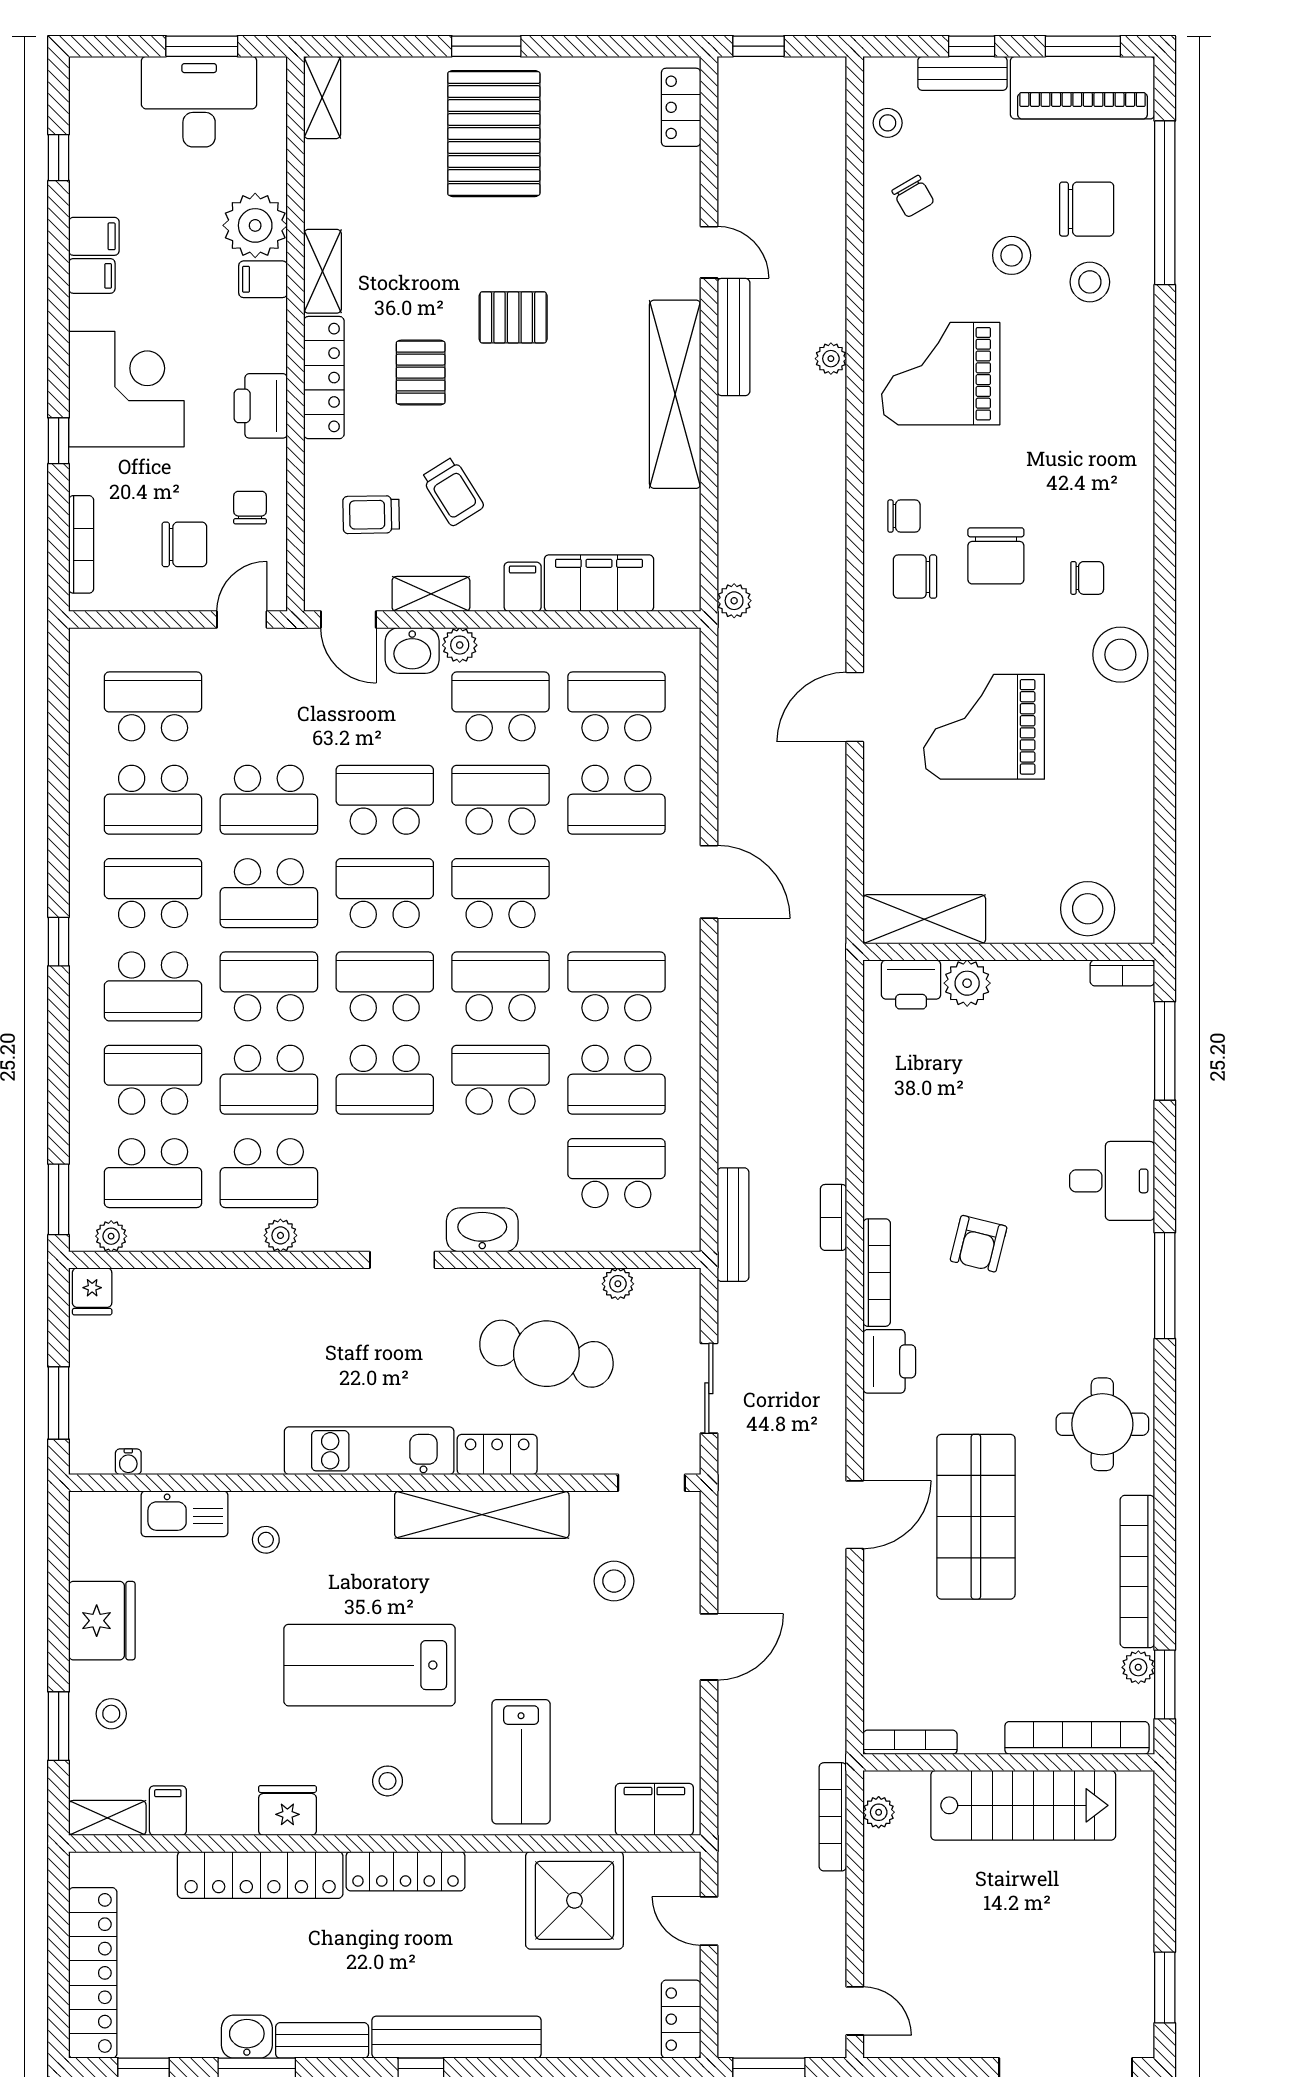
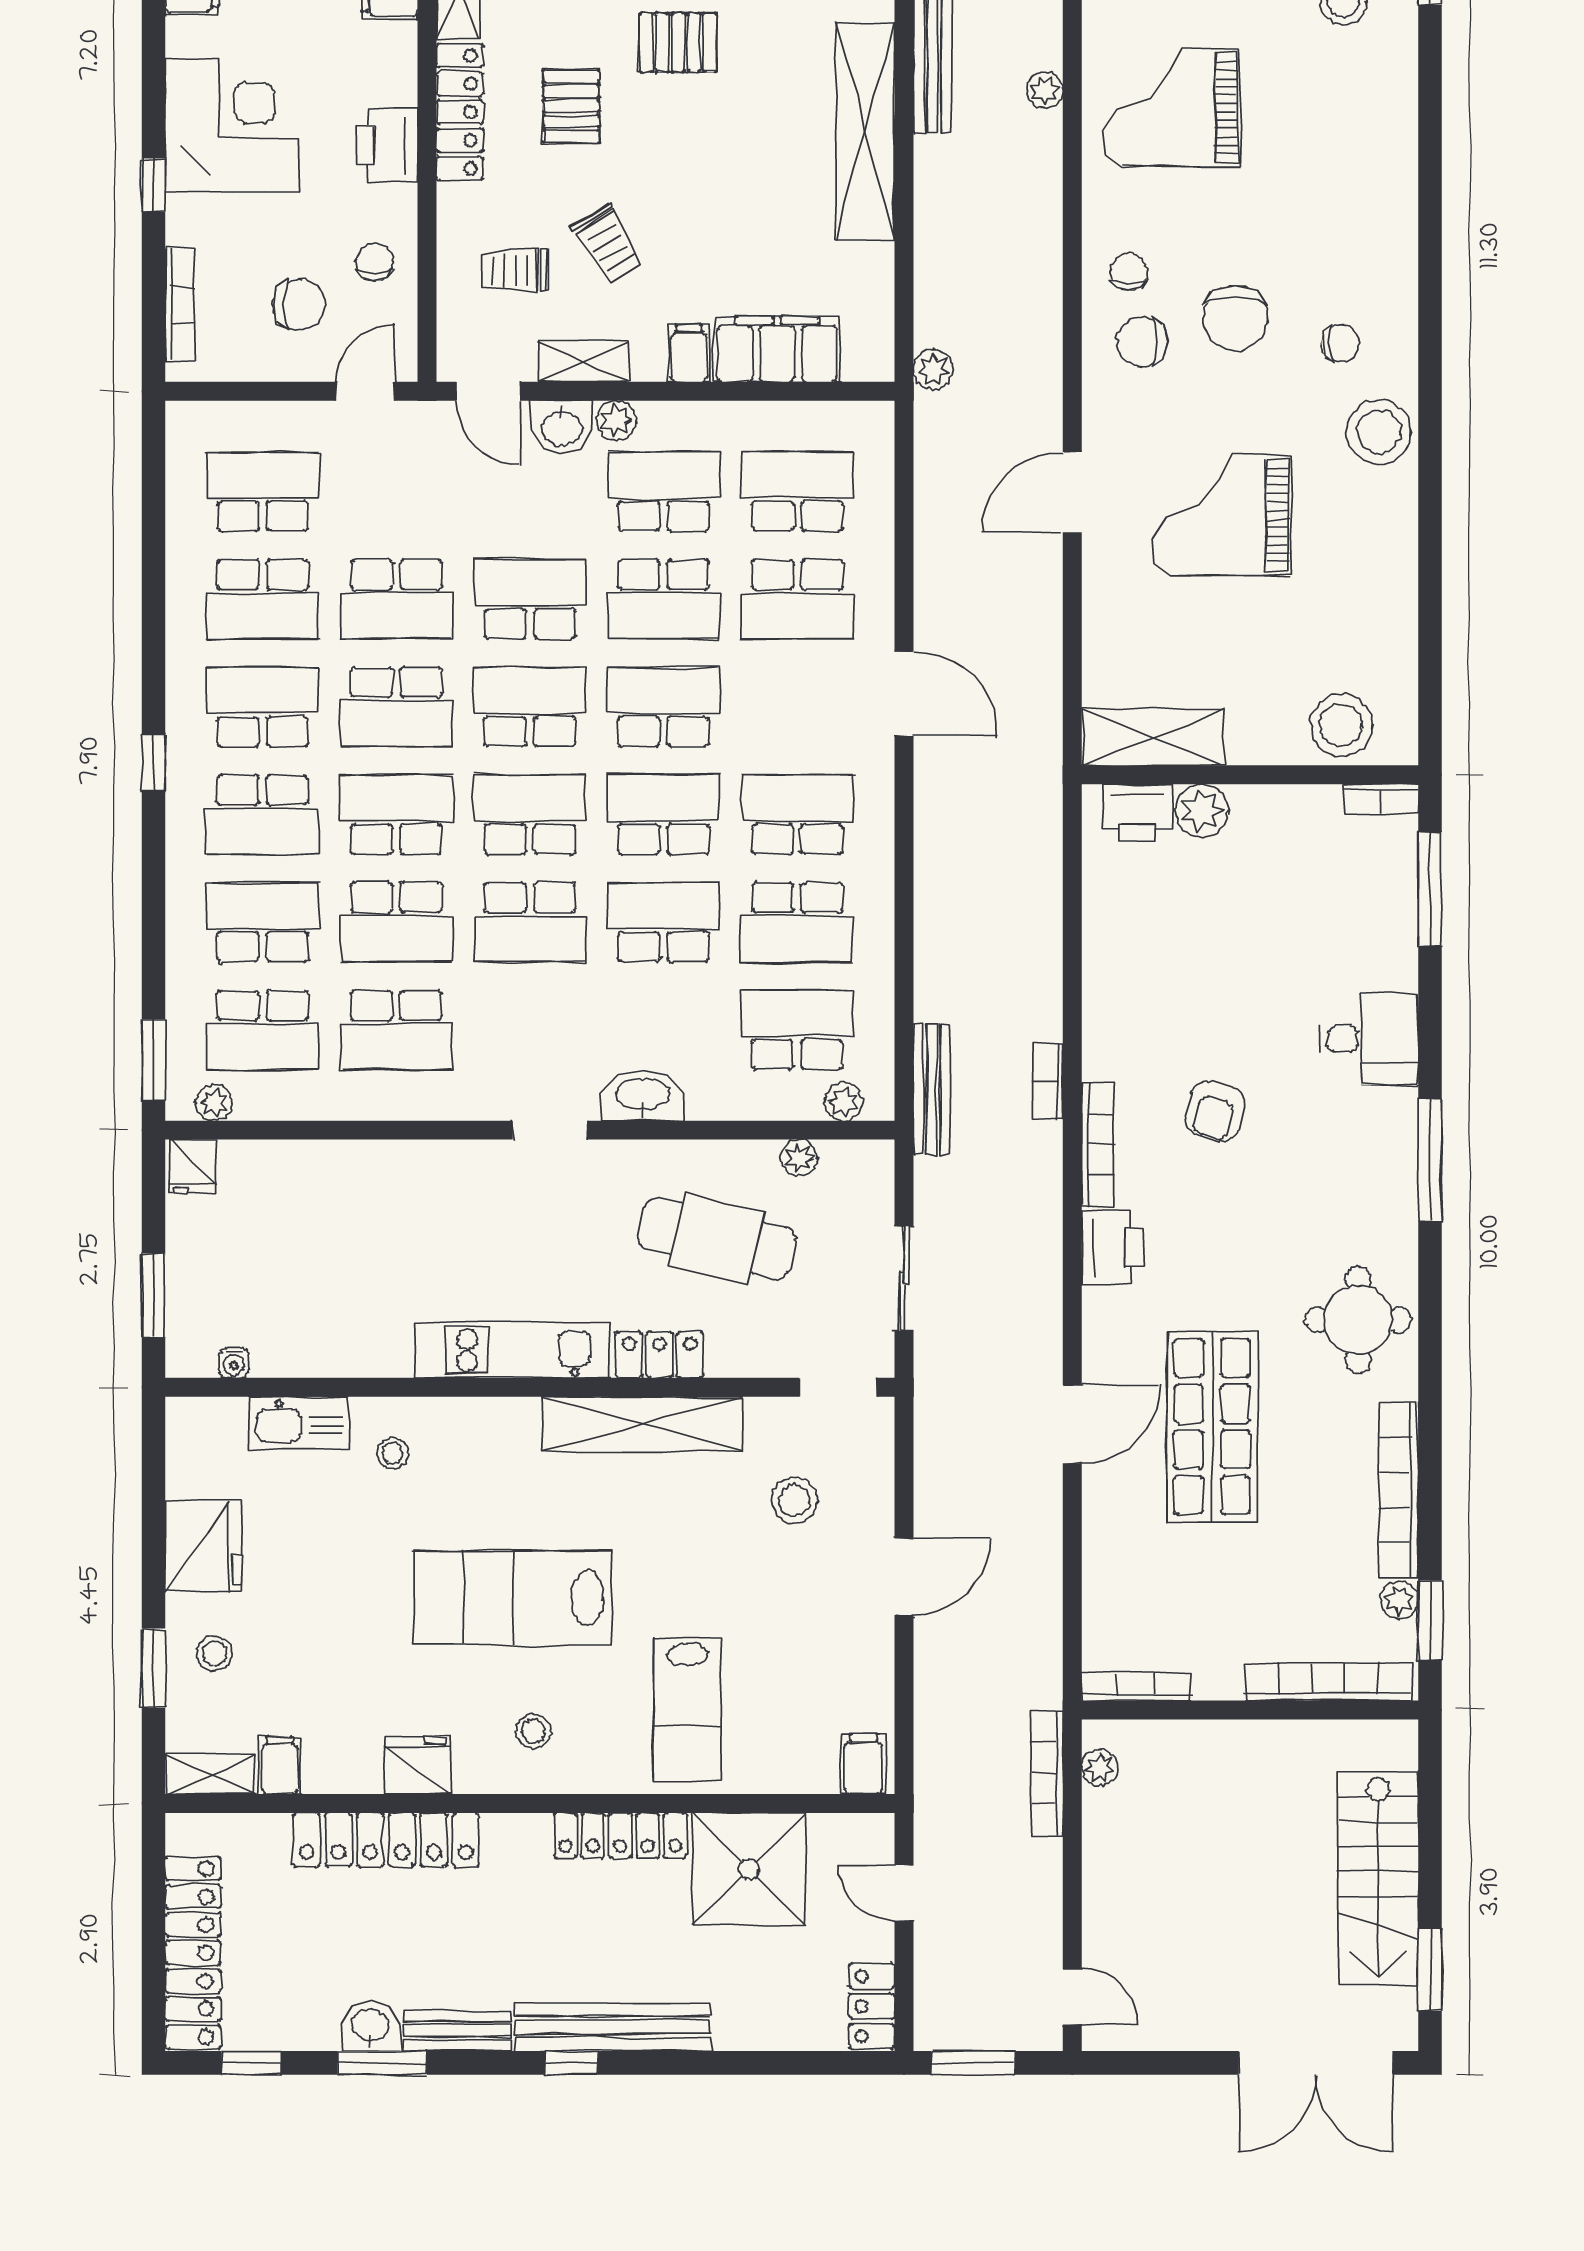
chair: (904, 516) -> (1129, 272), turned -90
school desk: (501, 800) -> (664, 599), turned 180
plant: (280, 1235) -> (844, 1102), moved
stairs: (1023, 1805) -> (1378, 1879), moved, turned 90
filing cabinet: (654, 1809) -> (864, 1764), width x0.50
locker: (405, 1871) -> (620, 1835), moved

